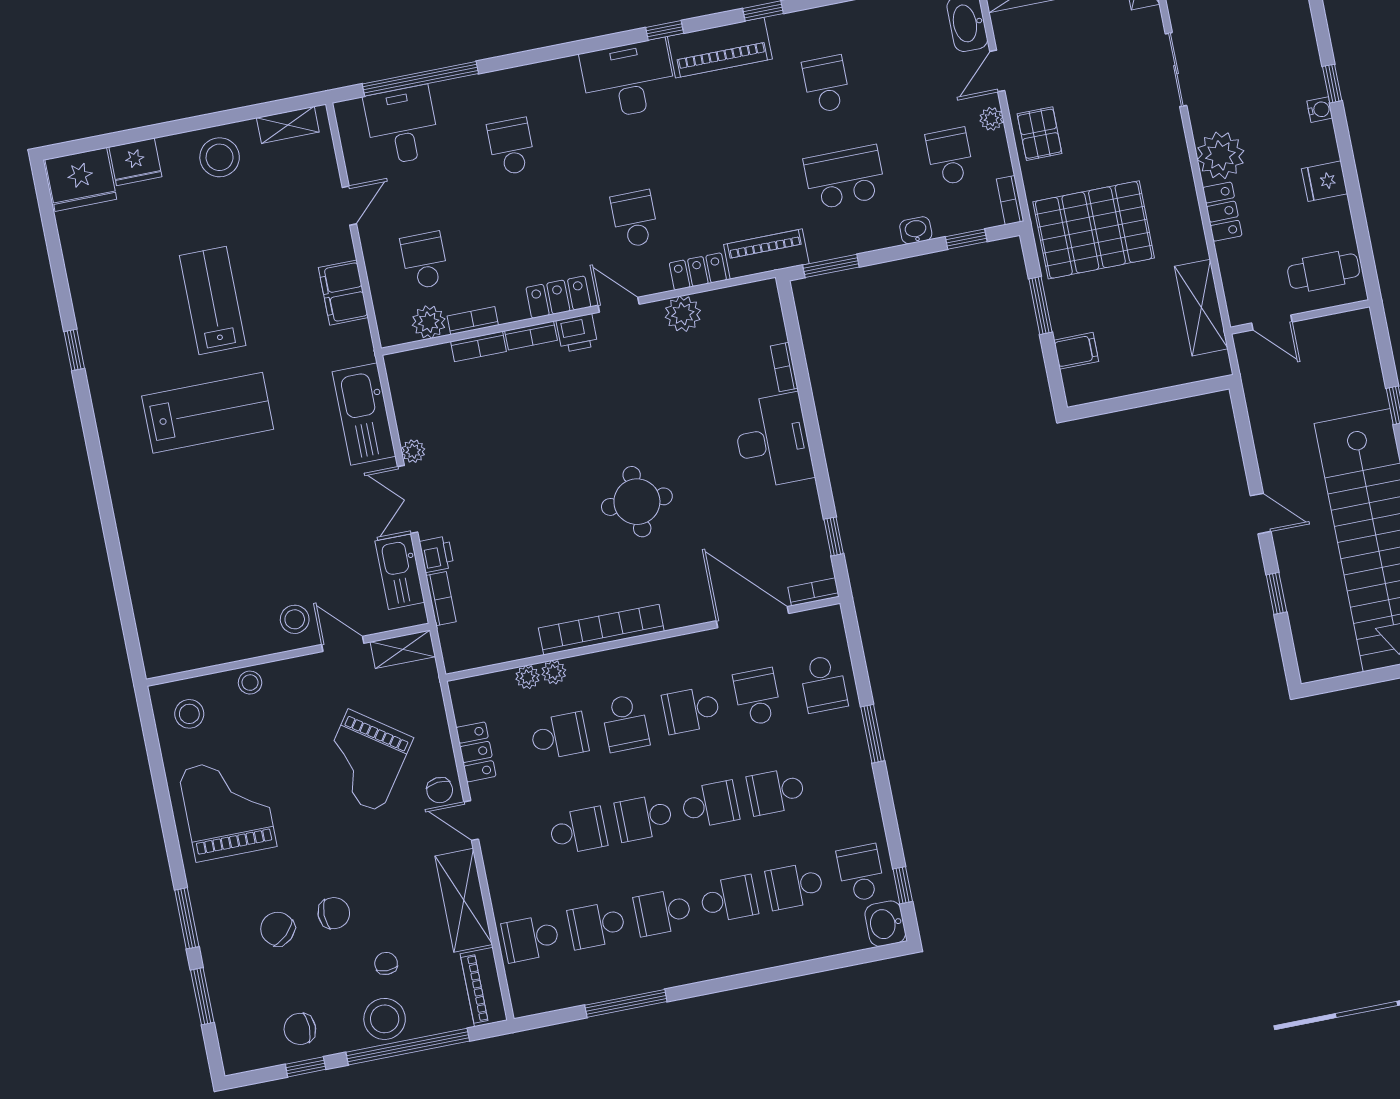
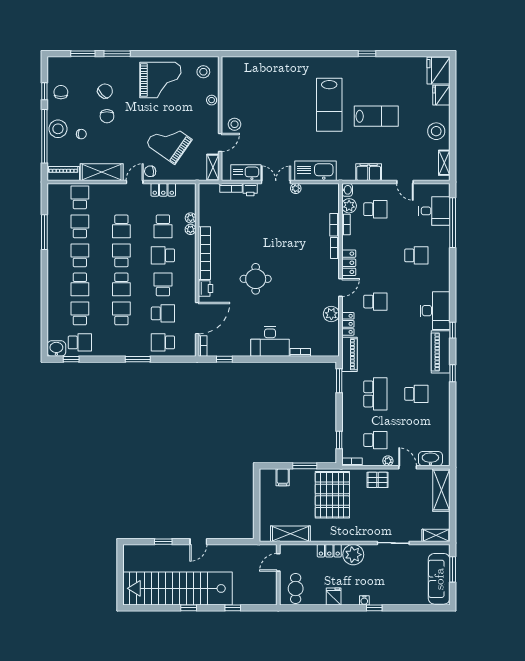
washbasin: (916, 230) -> (347, 190), moved
printer: (577, 333) -> (206, 288), moved, turned 180

